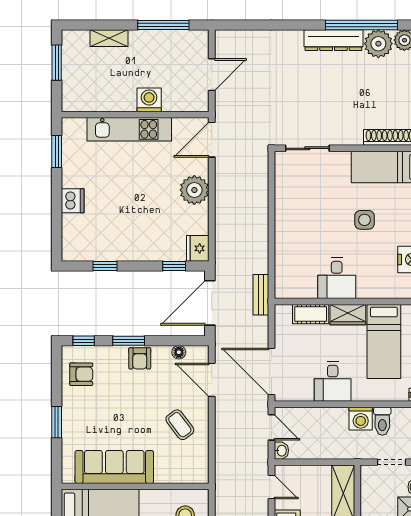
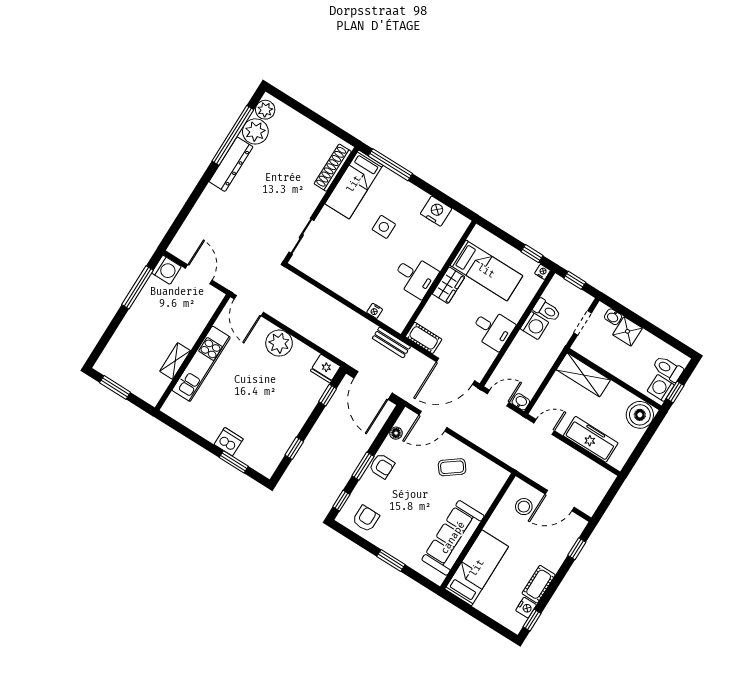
shelving: (109, 38) -> (175, 361), moved
washing machine: (149, 100) -> (166, 270), moved, turned 180
window: (57, 152) -> (234, 462), moved
nightstand: (281, 261) -> (375, 311), added
cot: (311, 314) -> (424, 338), moved, turned 90

